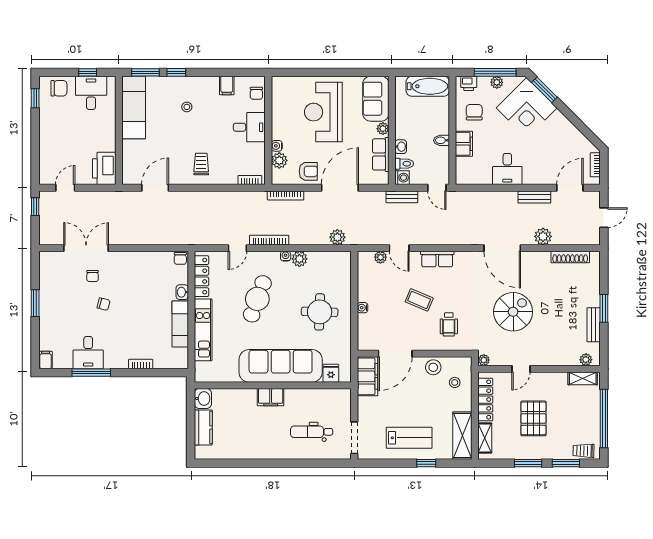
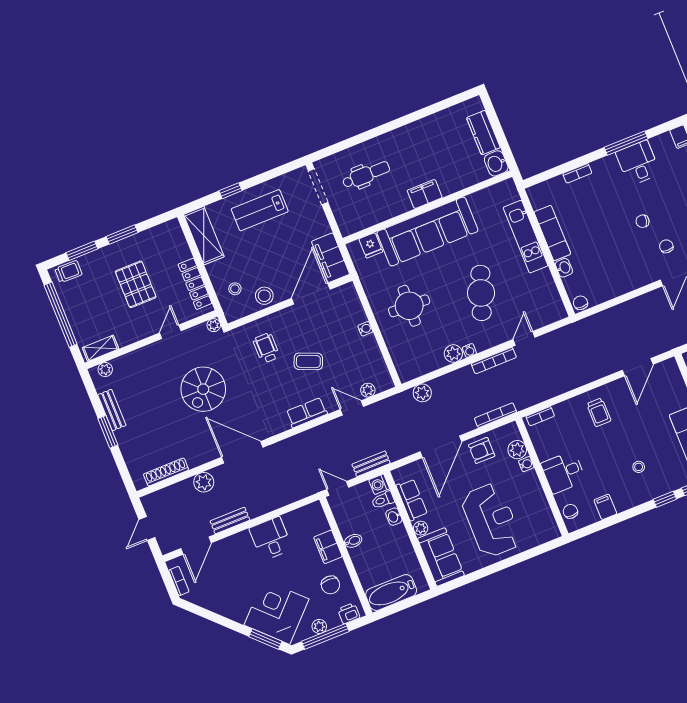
locker: (201, 276) -> (550, 293), removed
shelving: (485, 438) -> (179, 243), removed

